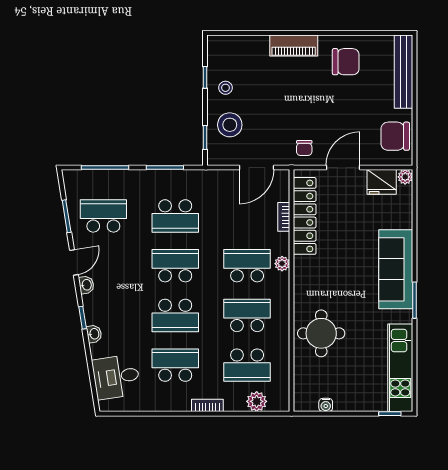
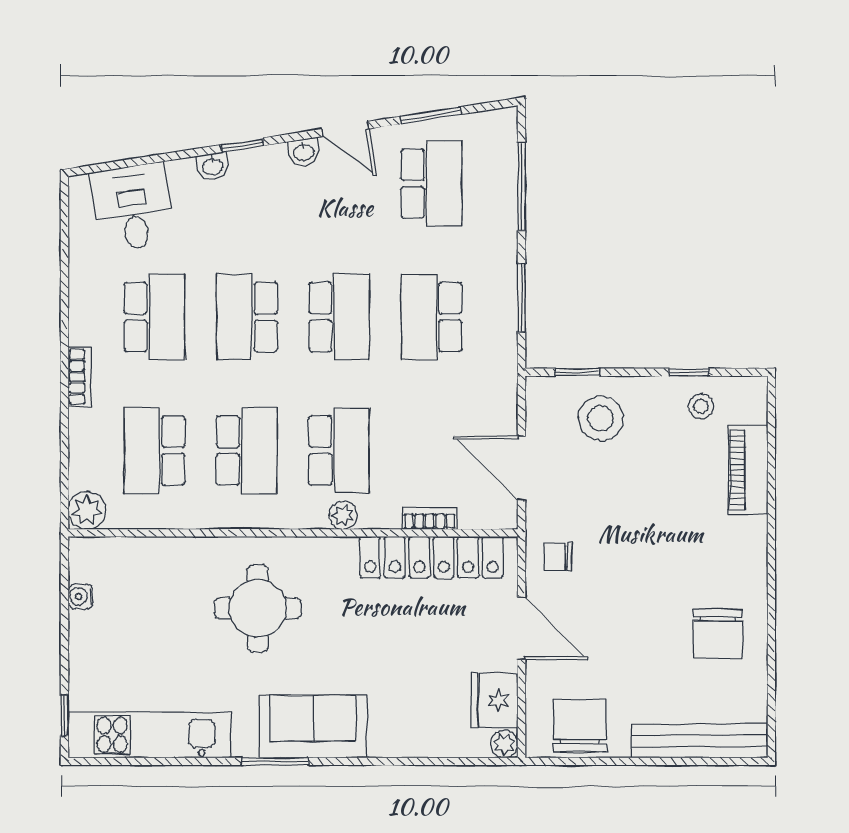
piano: (294, 45) -> (748, 470), moved
stool: (225, 88) -> (701, 406), moved
sofa: (396, 269) -> (313, 727), width x0.73
round table: (321, 333) -> (258, 608), moved
plant: (257, 401) -> (87, 510), moved

